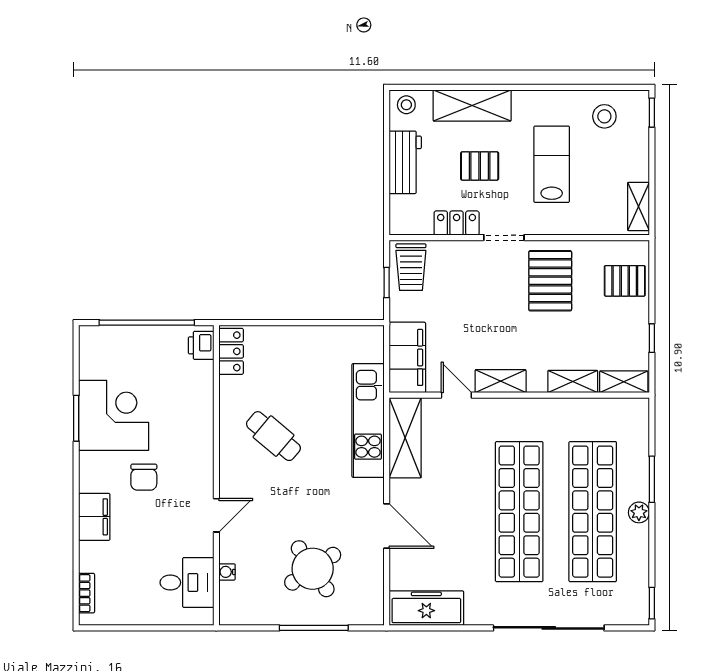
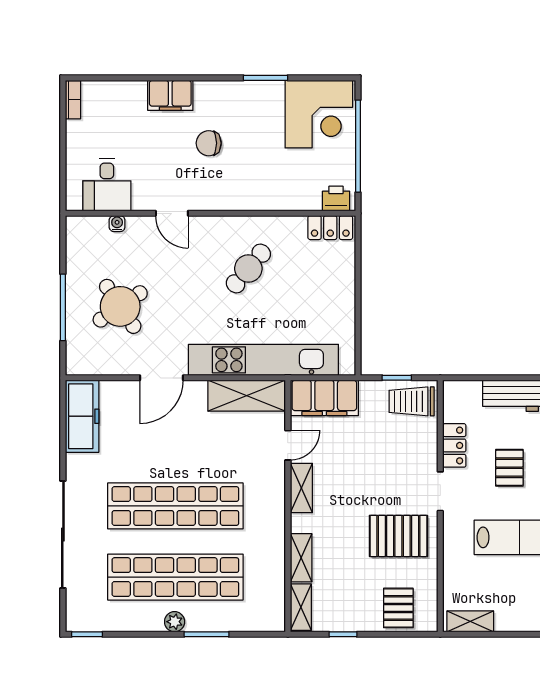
corner desk: (114, 415) -> (319, 114), moved
kitchen unit: (368, 420) -> (263, 360), width x1.36
bookcase: (87, 593) -> (73, 100), moved, turned -90

